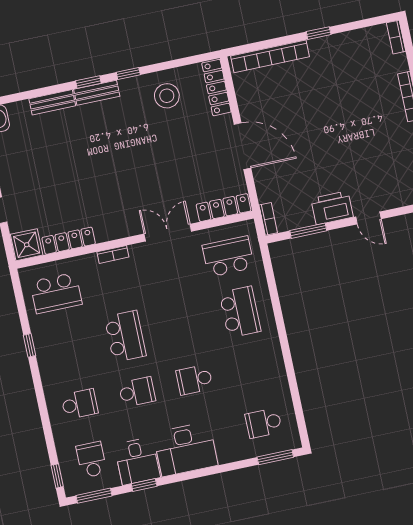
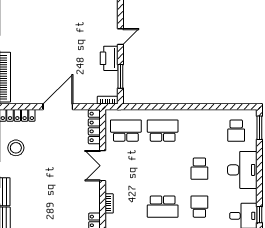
school desk: (228, 256) -> (126, 131), turned 90
school desk: (125, 336) -> (163, 207), turned 180
desk: (185, 449) -> (242, 170), moved

